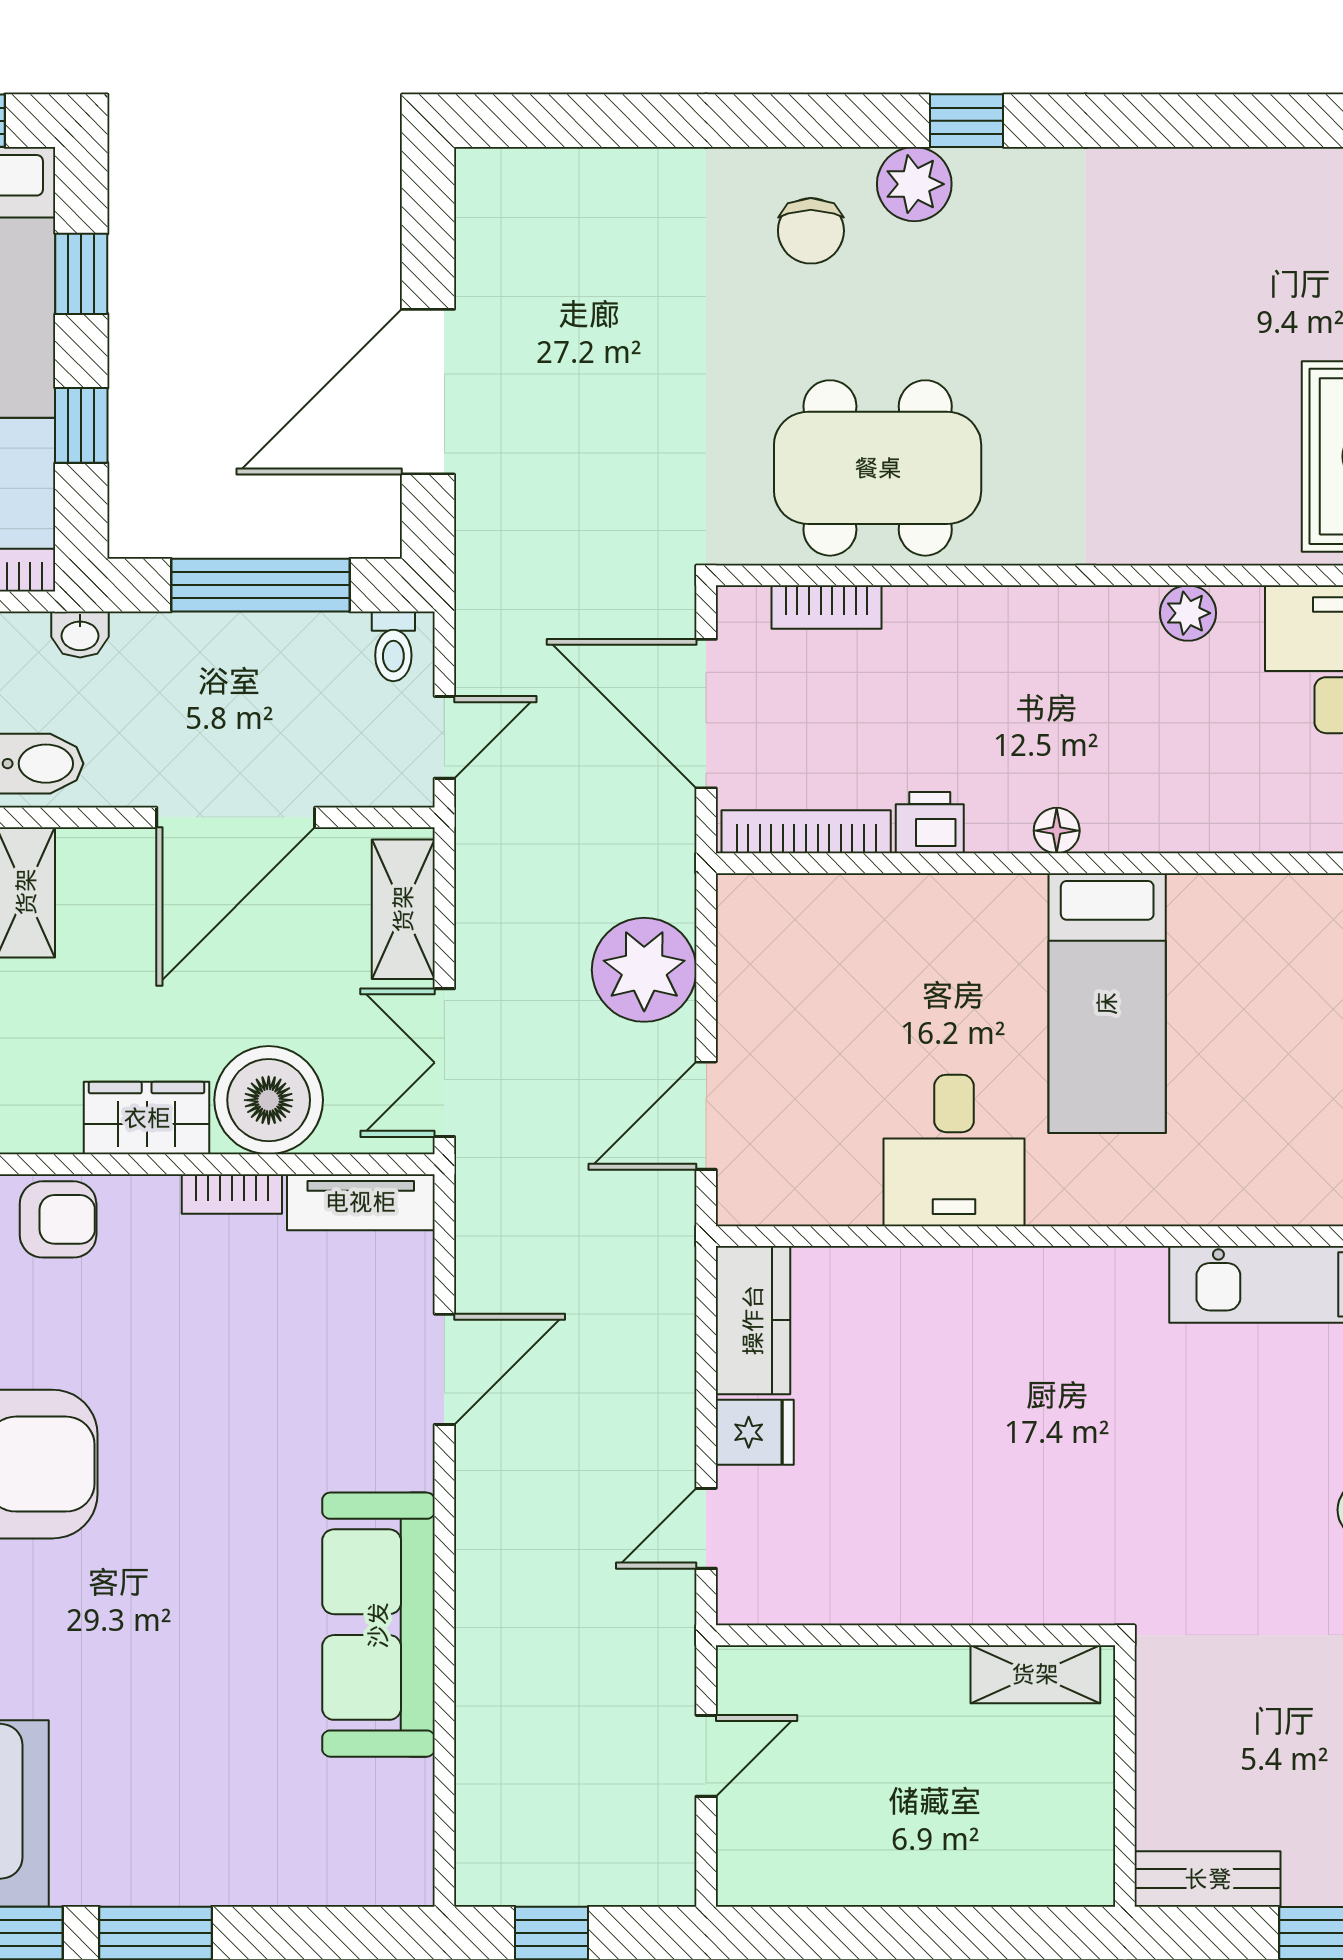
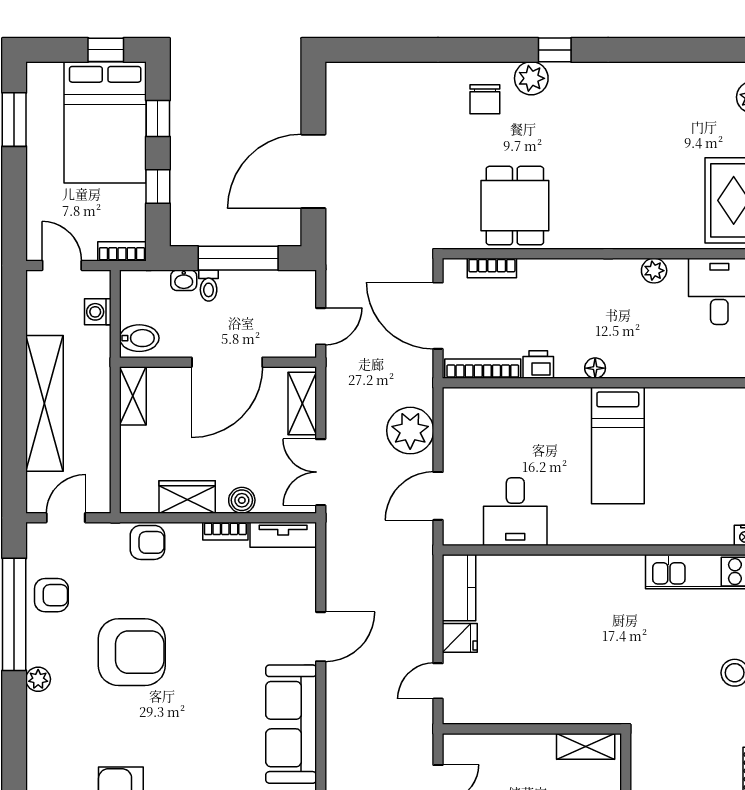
dining table: (878, 468) -> (515, 206), width x0.73
washbasin: (80, 635) -> (184, 280), moved
toilet: (393, 646) -> (209, 286), moved
boiler: (269, 1100) -> (242, 500), width x0.54, depth x0.54
desk: (954, 1150) -> (515, 512), moved
door: (444, 1369) -> (321, 637), moved

